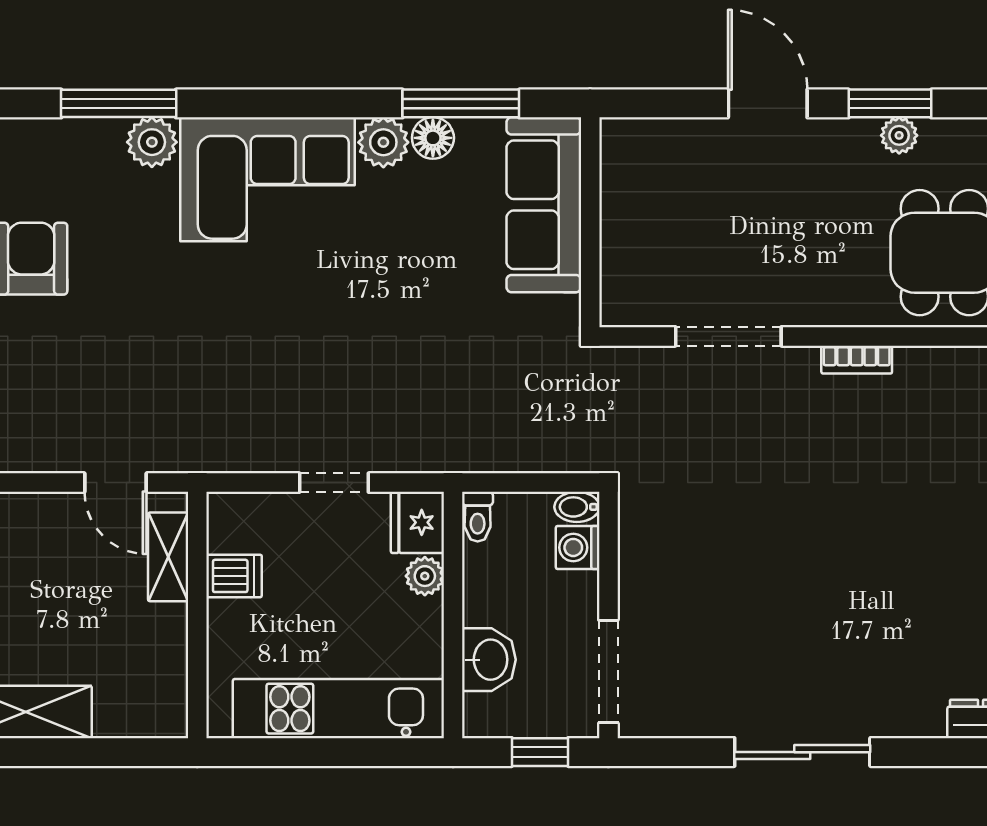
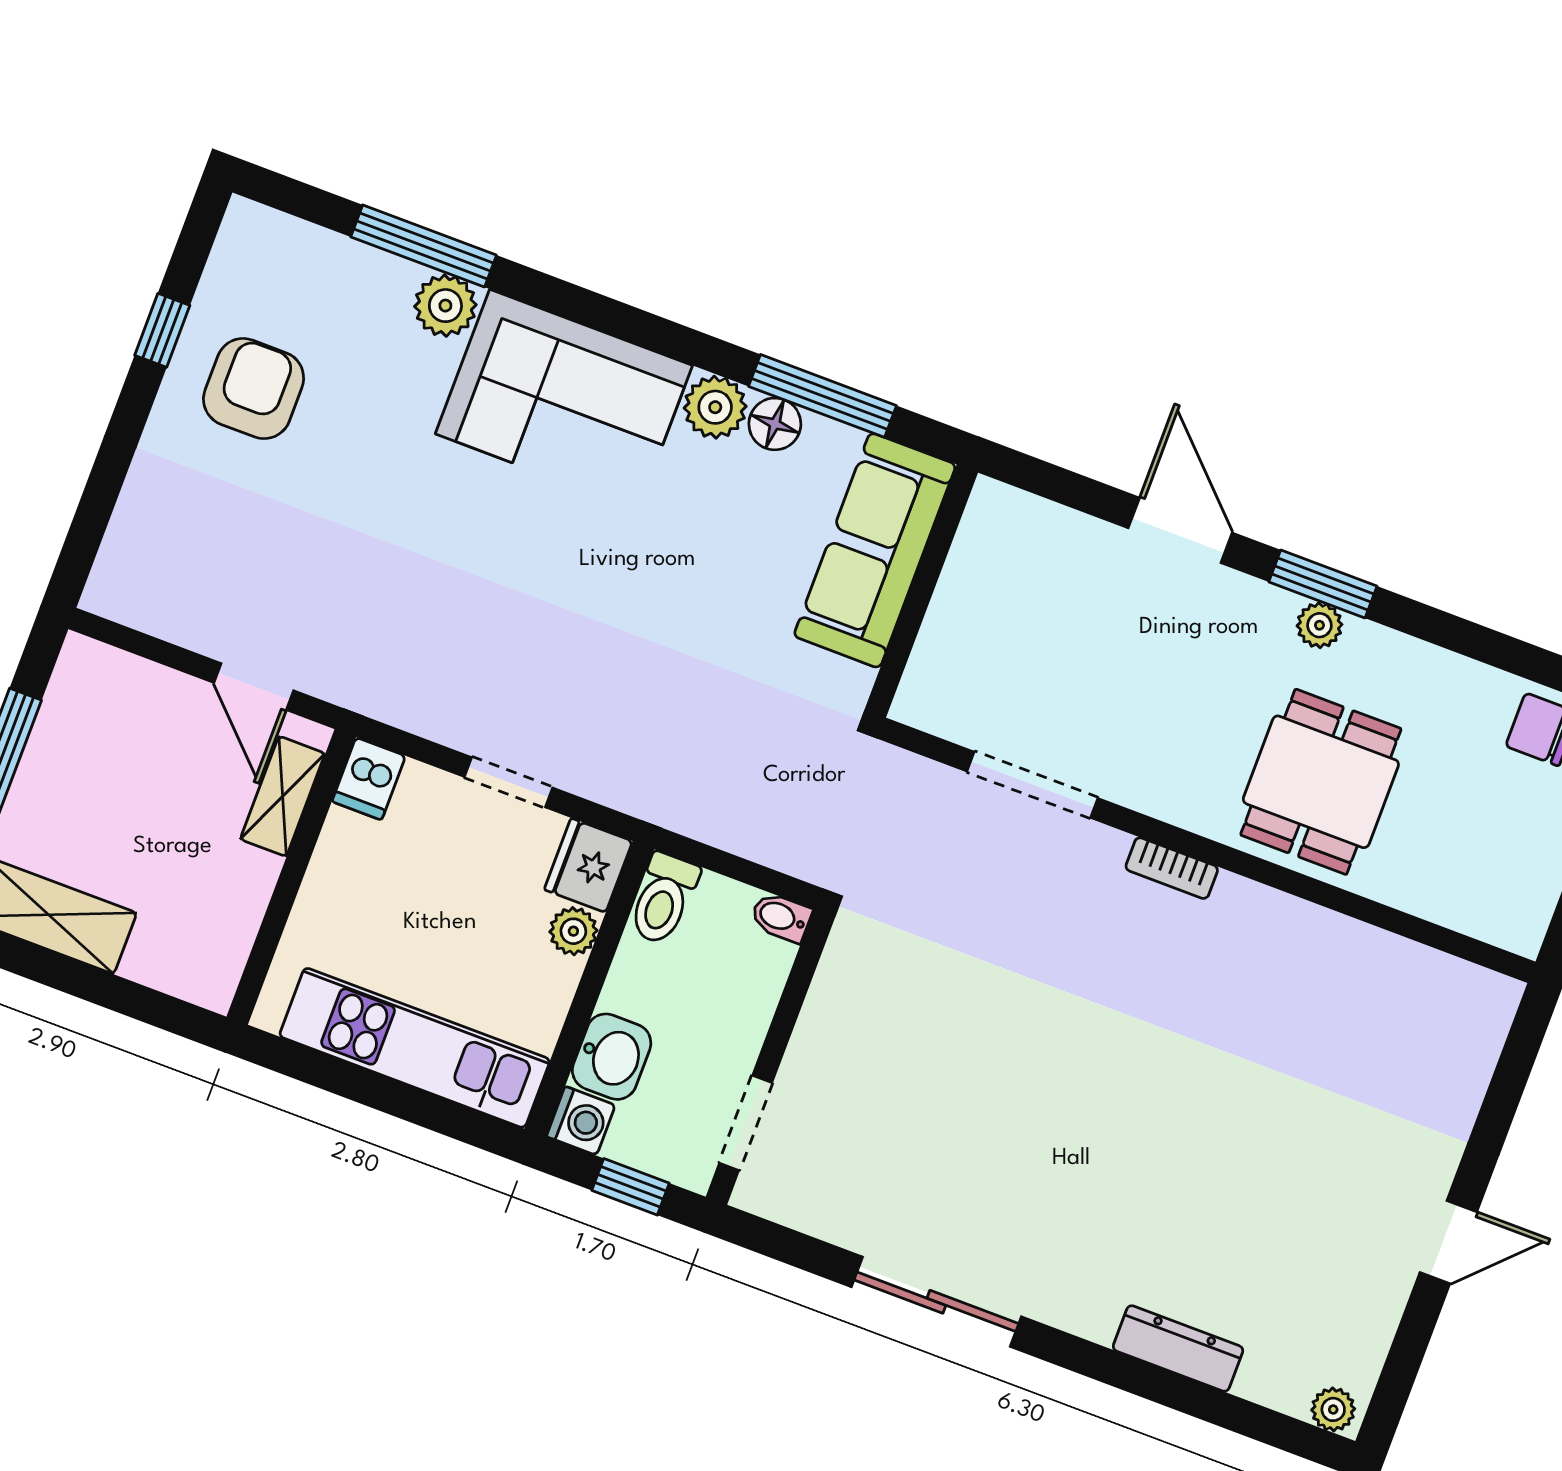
toilet: (478, 517) -> (663, 899), width x1.37, depth x1.39
washing machine: (578, 547) -> (581, 1121), moved, turned 180
dishwasher: (234, 576) -> (369, 779), moved, turned 90
doorway: (608, 672) -> (746, 1123), width x0.73

